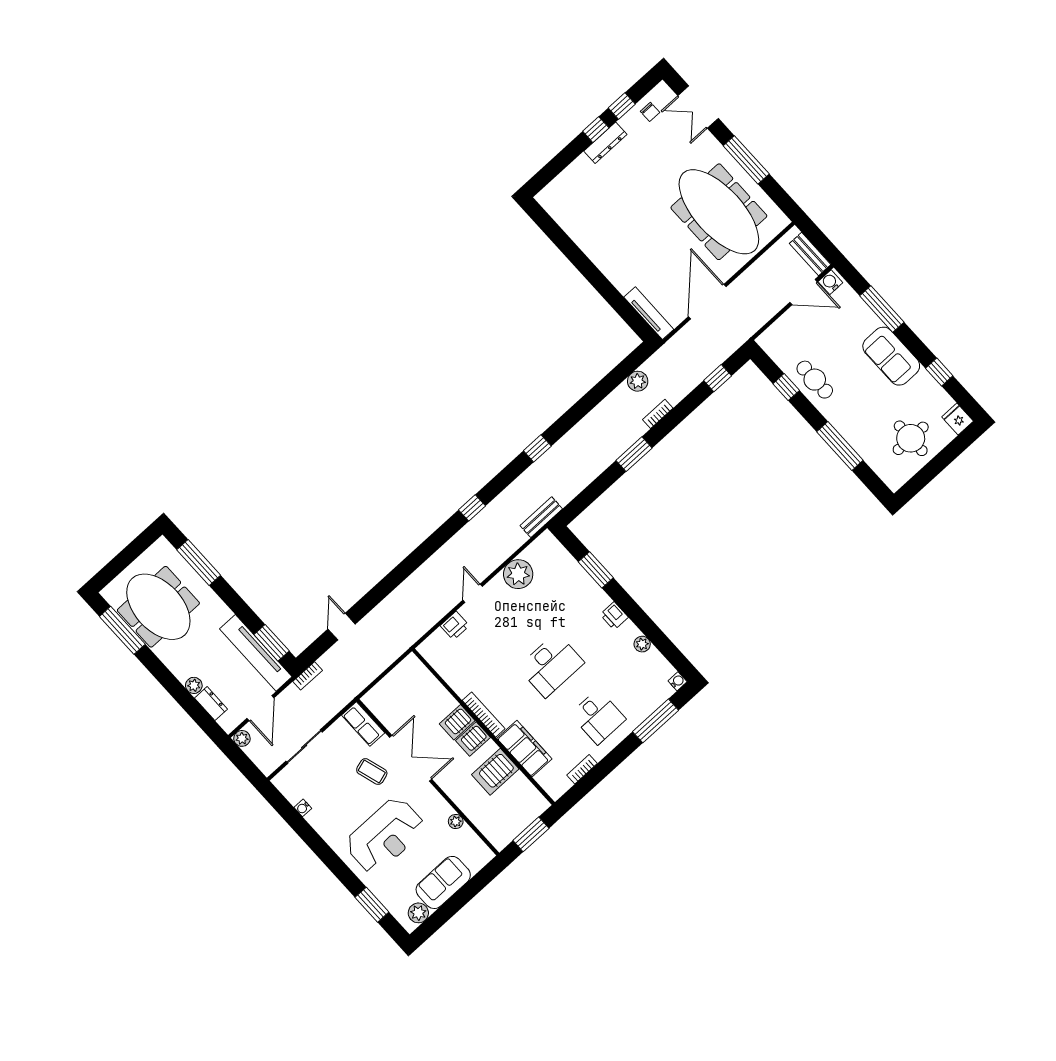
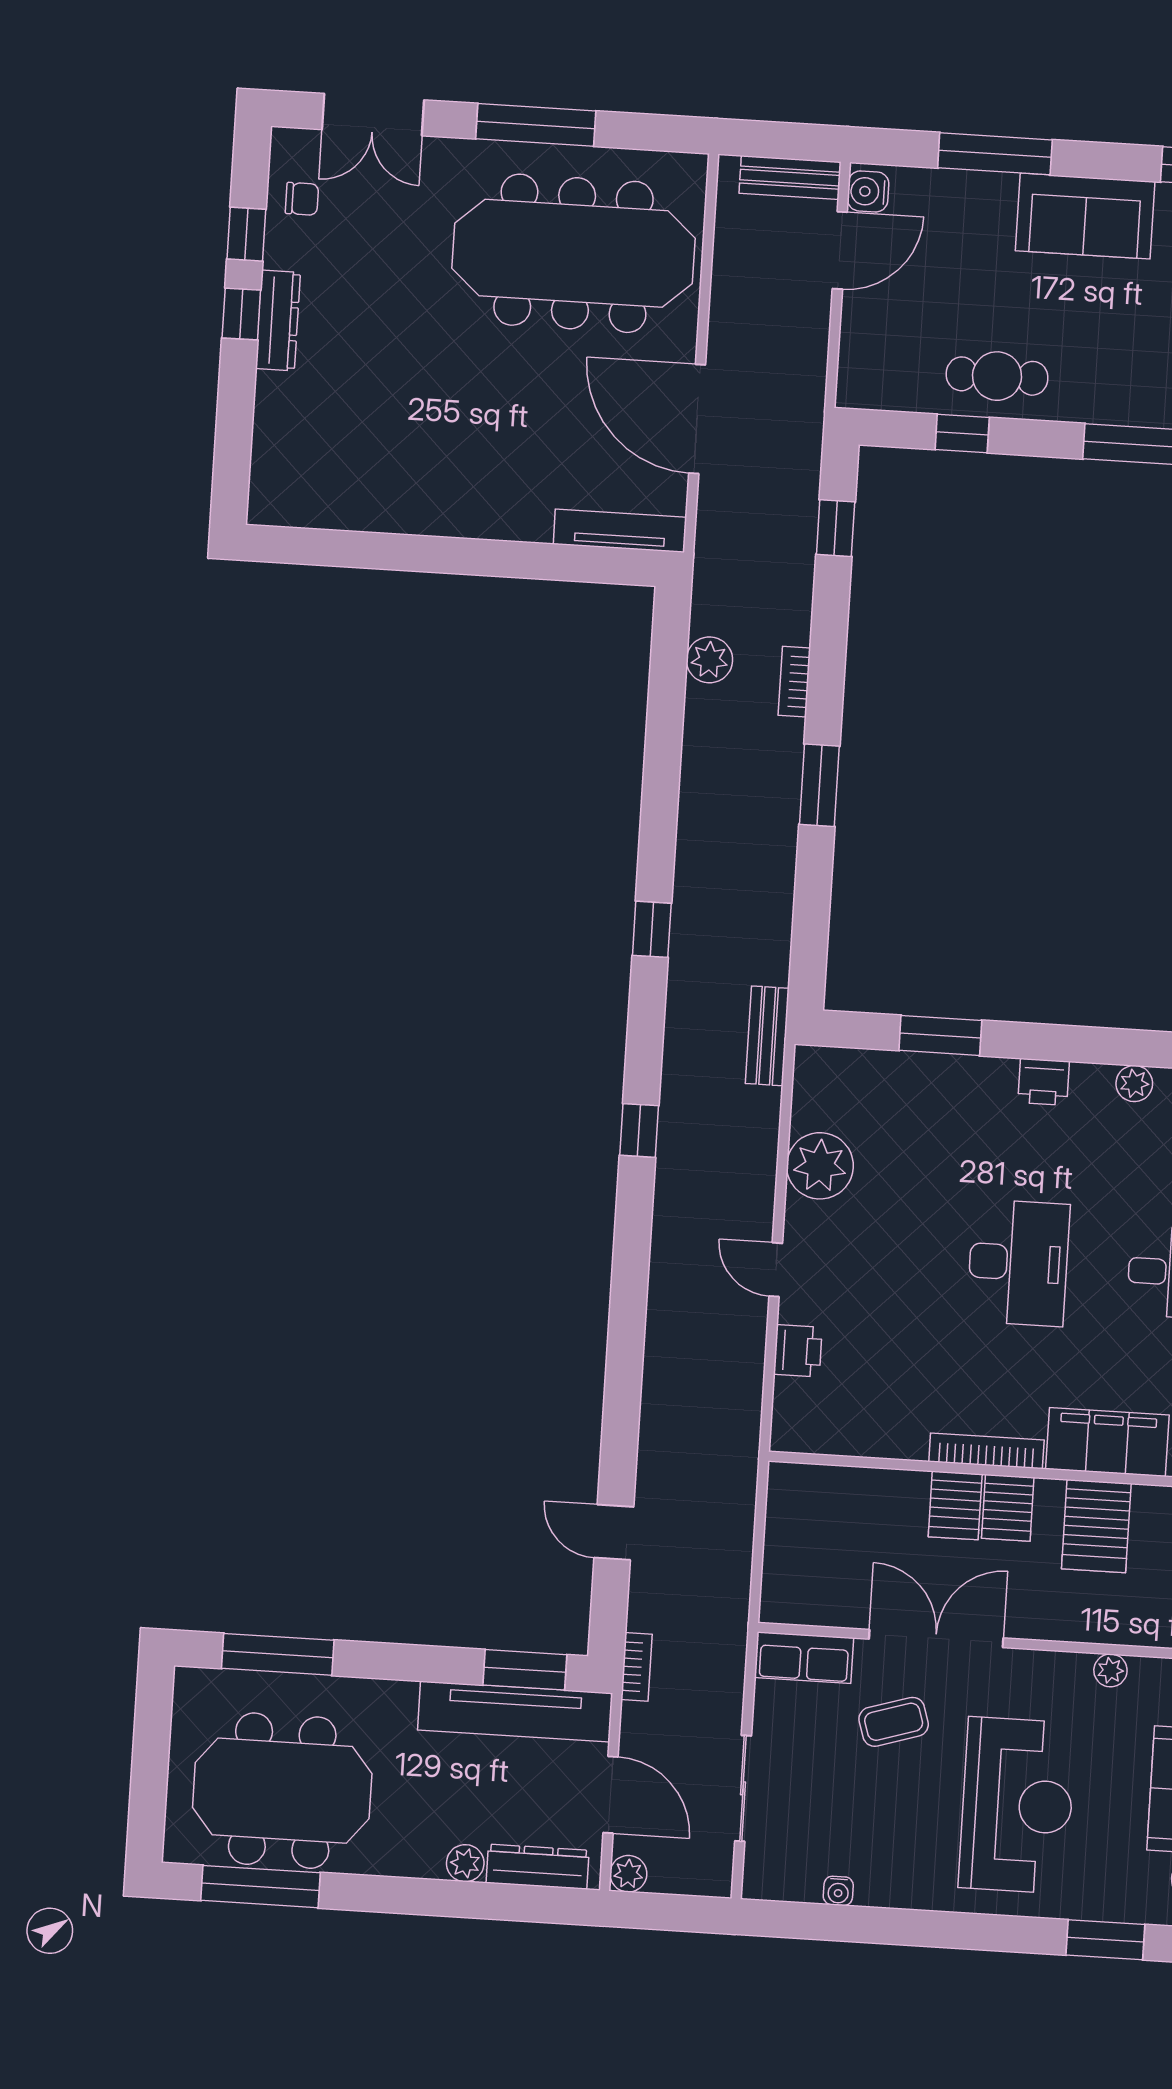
dresser: (211, 704) -> (538, 1867), width x1.44

